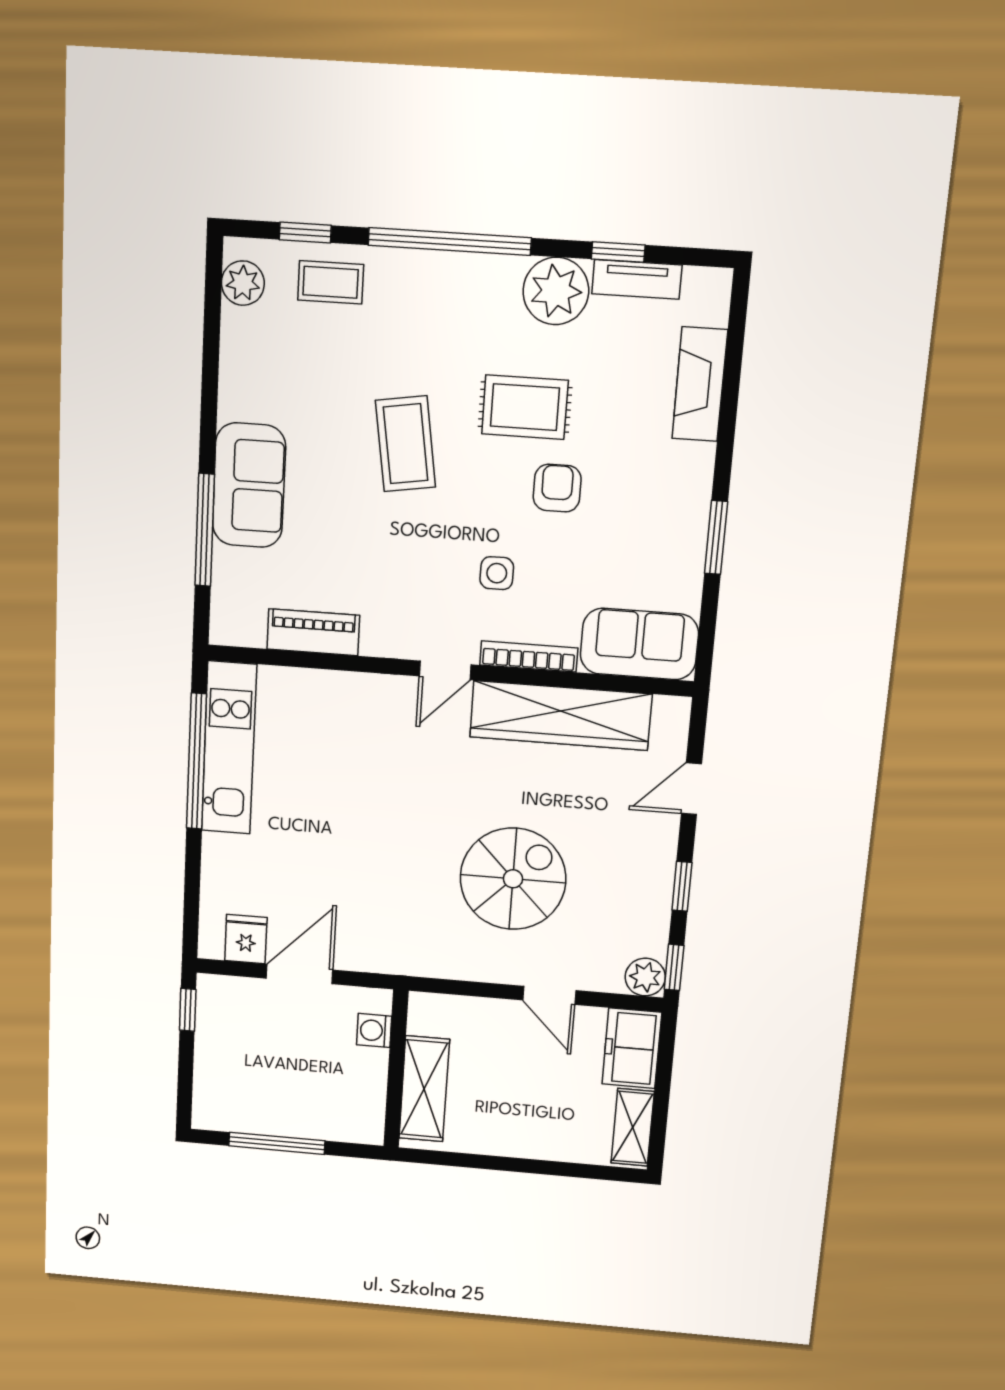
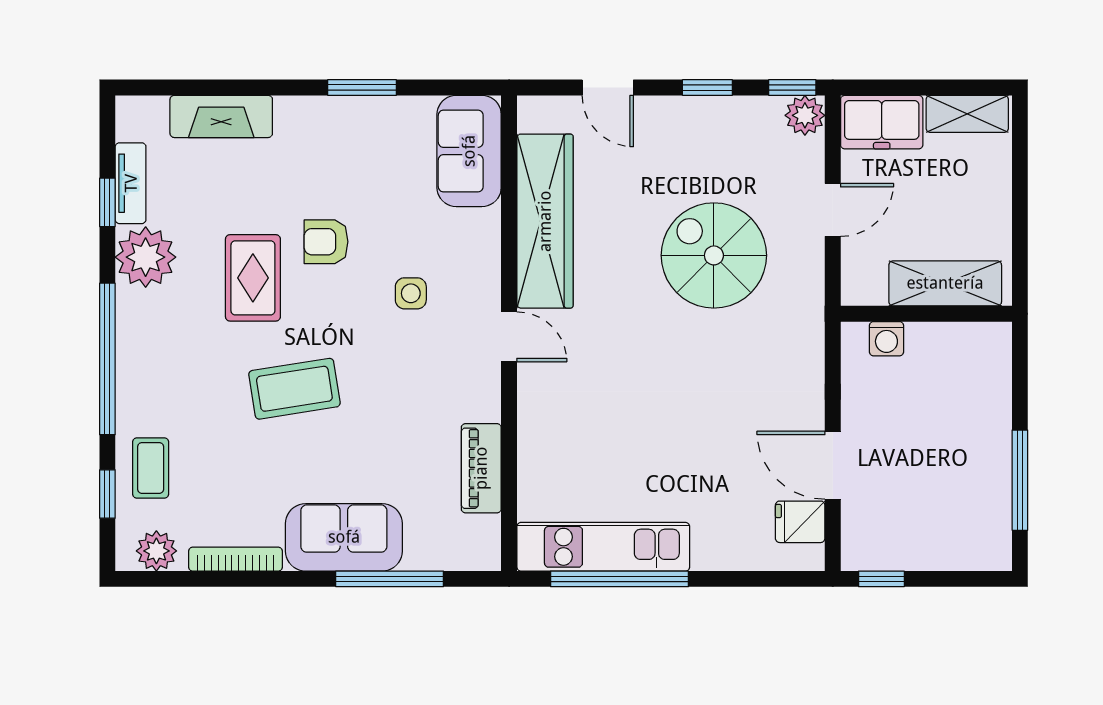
bookcase: (529, 656) -> (235, 559), moved, turned 90
washing machine: (374, 1030) -> (886, 339), moved
wall: (396, 1069) -> (926, 314), moved
shelving: (424, 1089) -> (945, 283), moved

